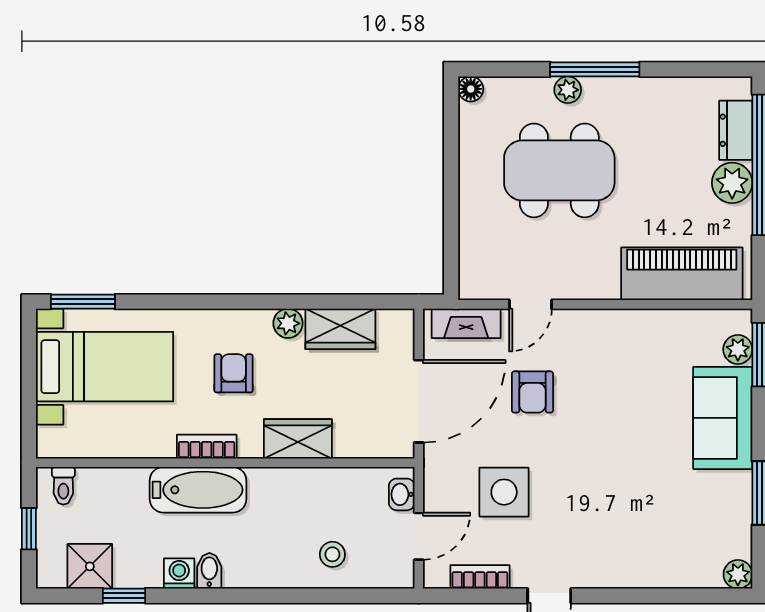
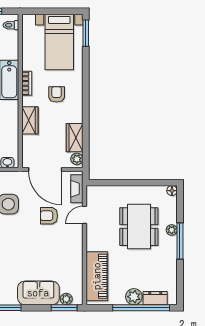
door: (531, 304) -> (85, 215), hinge flipped
plant: (288, 323) -> (77, 159), moved
armchair: (234, 373) -> (57, 94), turned -90

